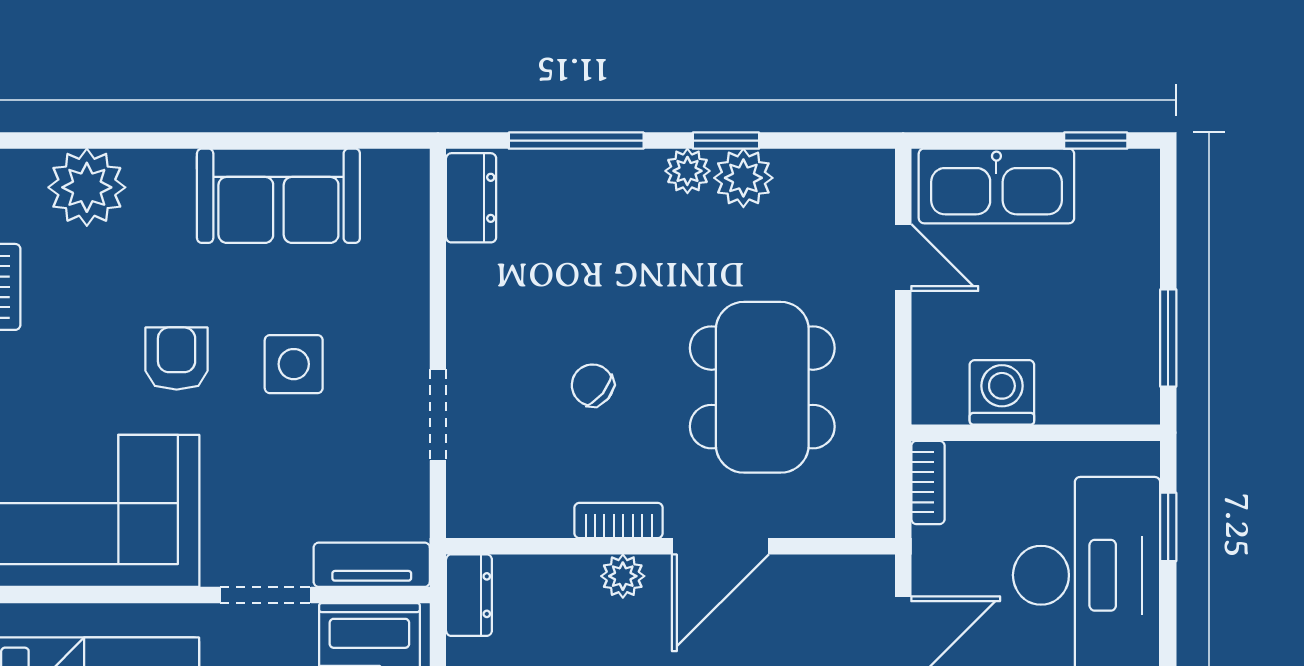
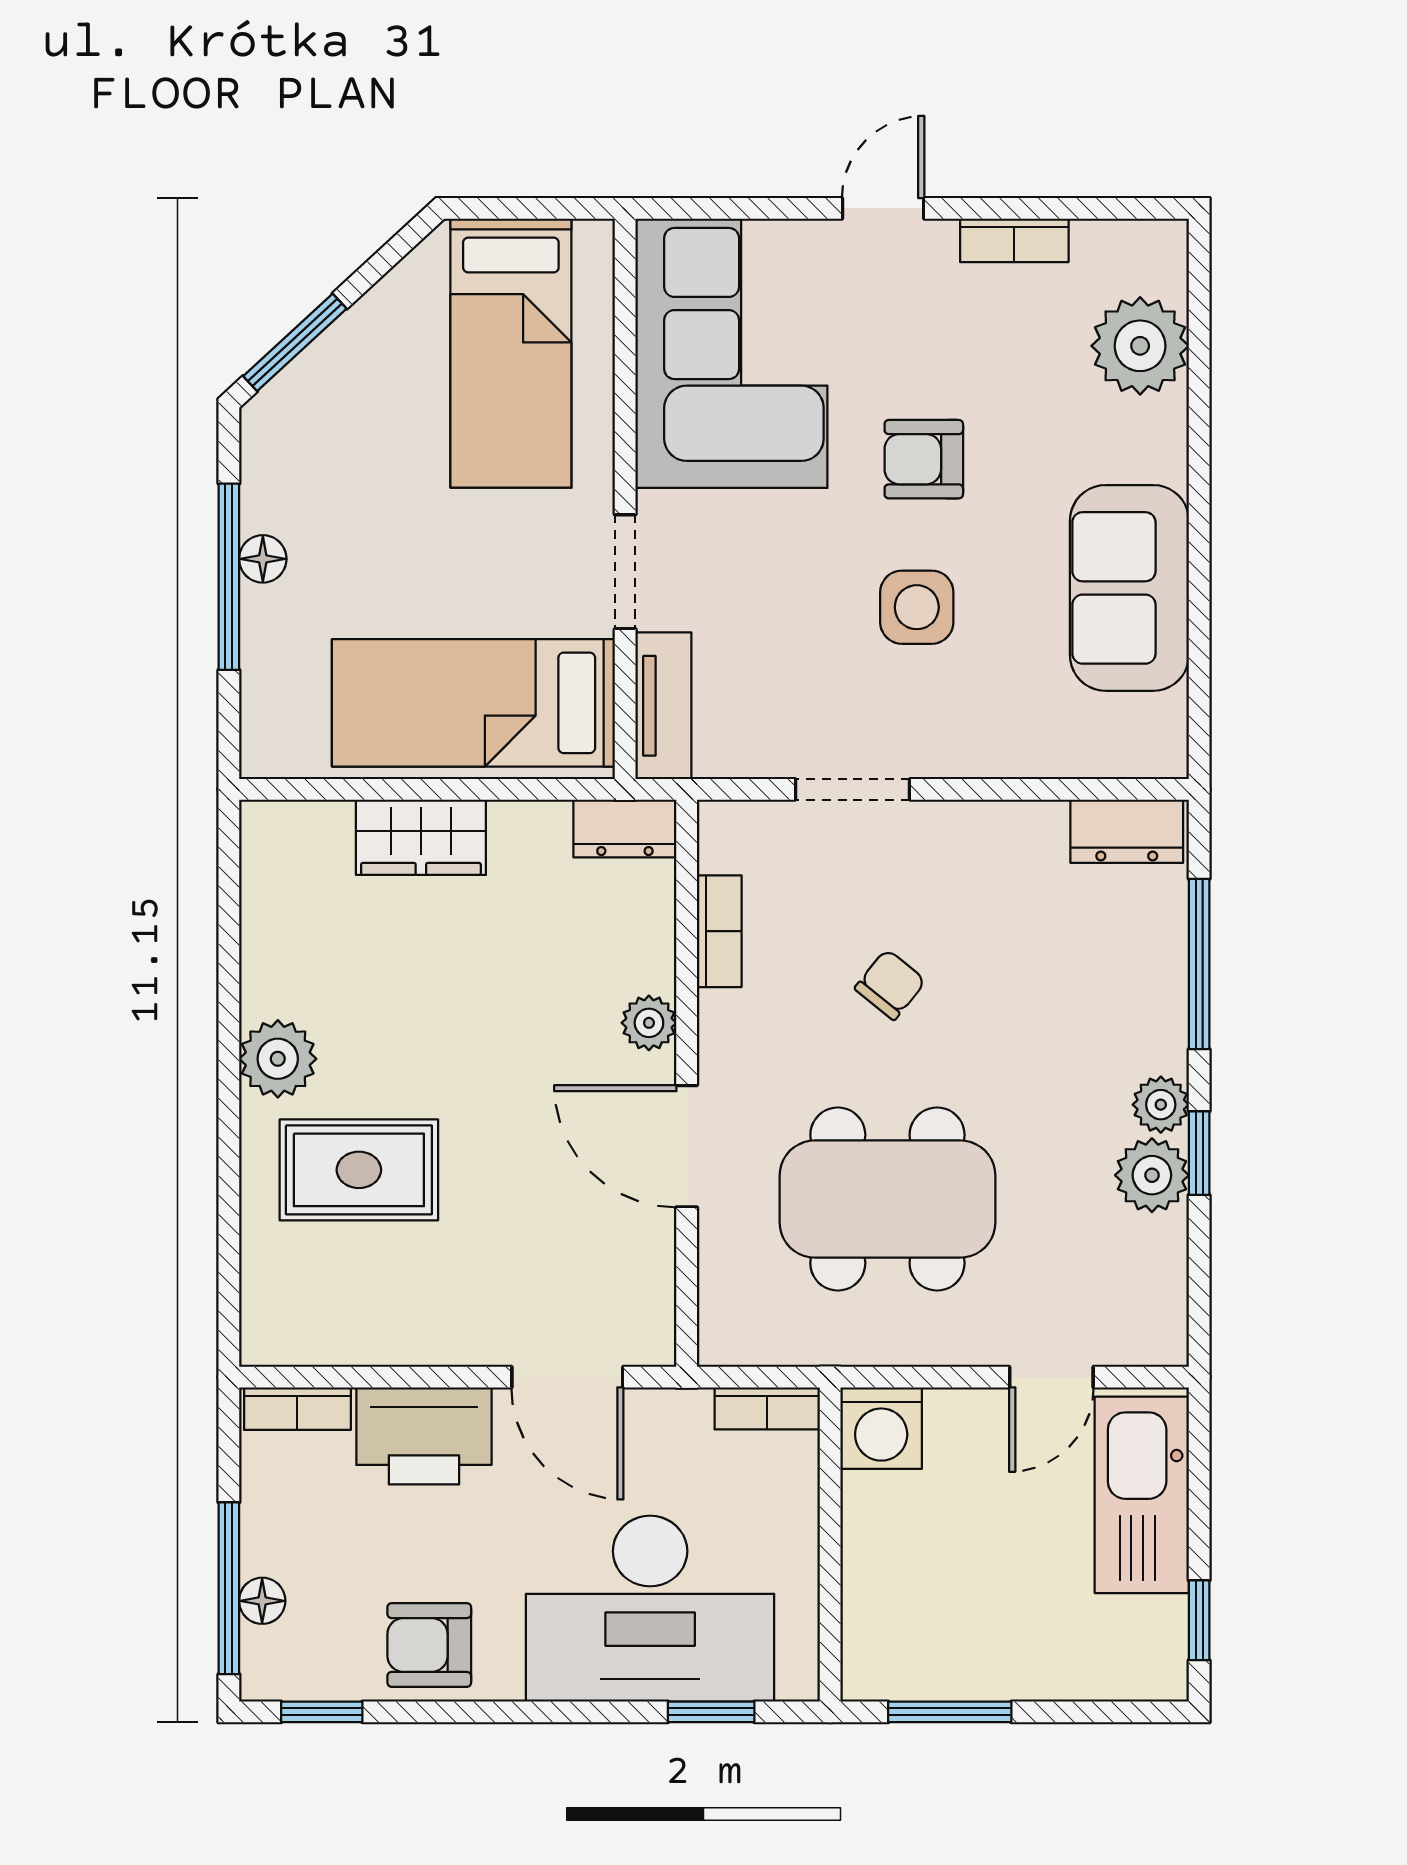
armchair: (177, 359) -> (924, 459), turned 180
washing machine: (1002, 392) -> (881, 1428), moved, turned 90
bookcase: (619, 520) -> (719, 931), moved

